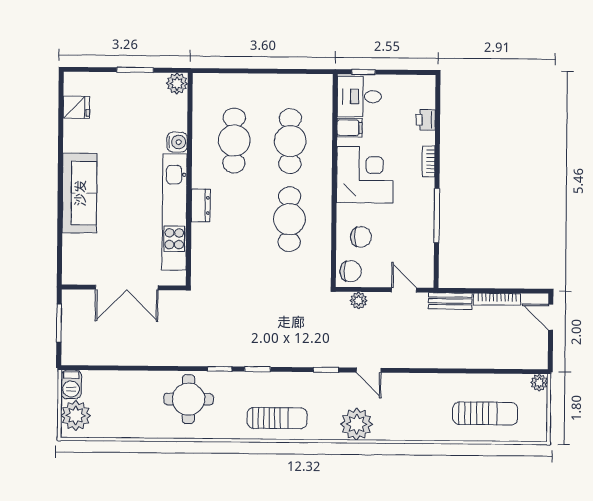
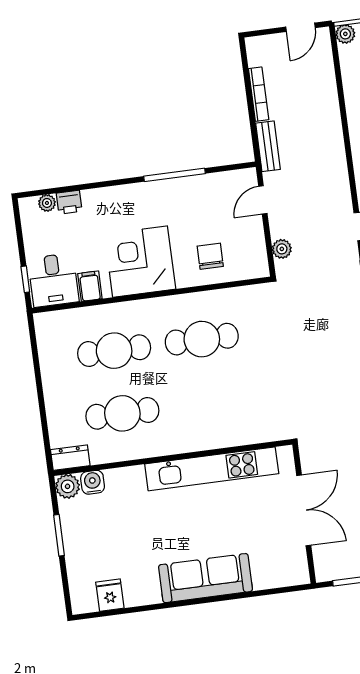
plant: (428, 100) -> (47, 203), added
water cooler: (177, 142) -> (93, 482), moved
bookcase: (429, 161) -> (115, 192), removed
dresser: (201, 205) -> (70, 458), moved
chair: (351, 271) -> (250, 262), removed
door: (551, 317) -> (300, 27), moved

